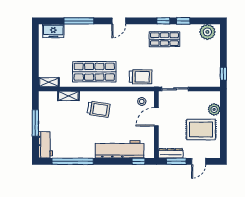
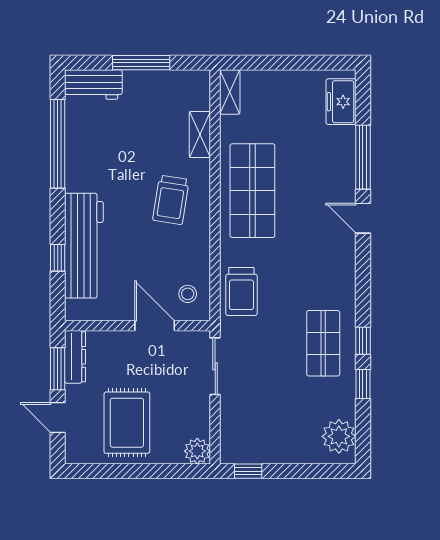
door: (119, 21) -> (363, 218), moved
plant: (214, 109) -> (197, 451), moved
window: (138, 161) -> (58, 258), moved

